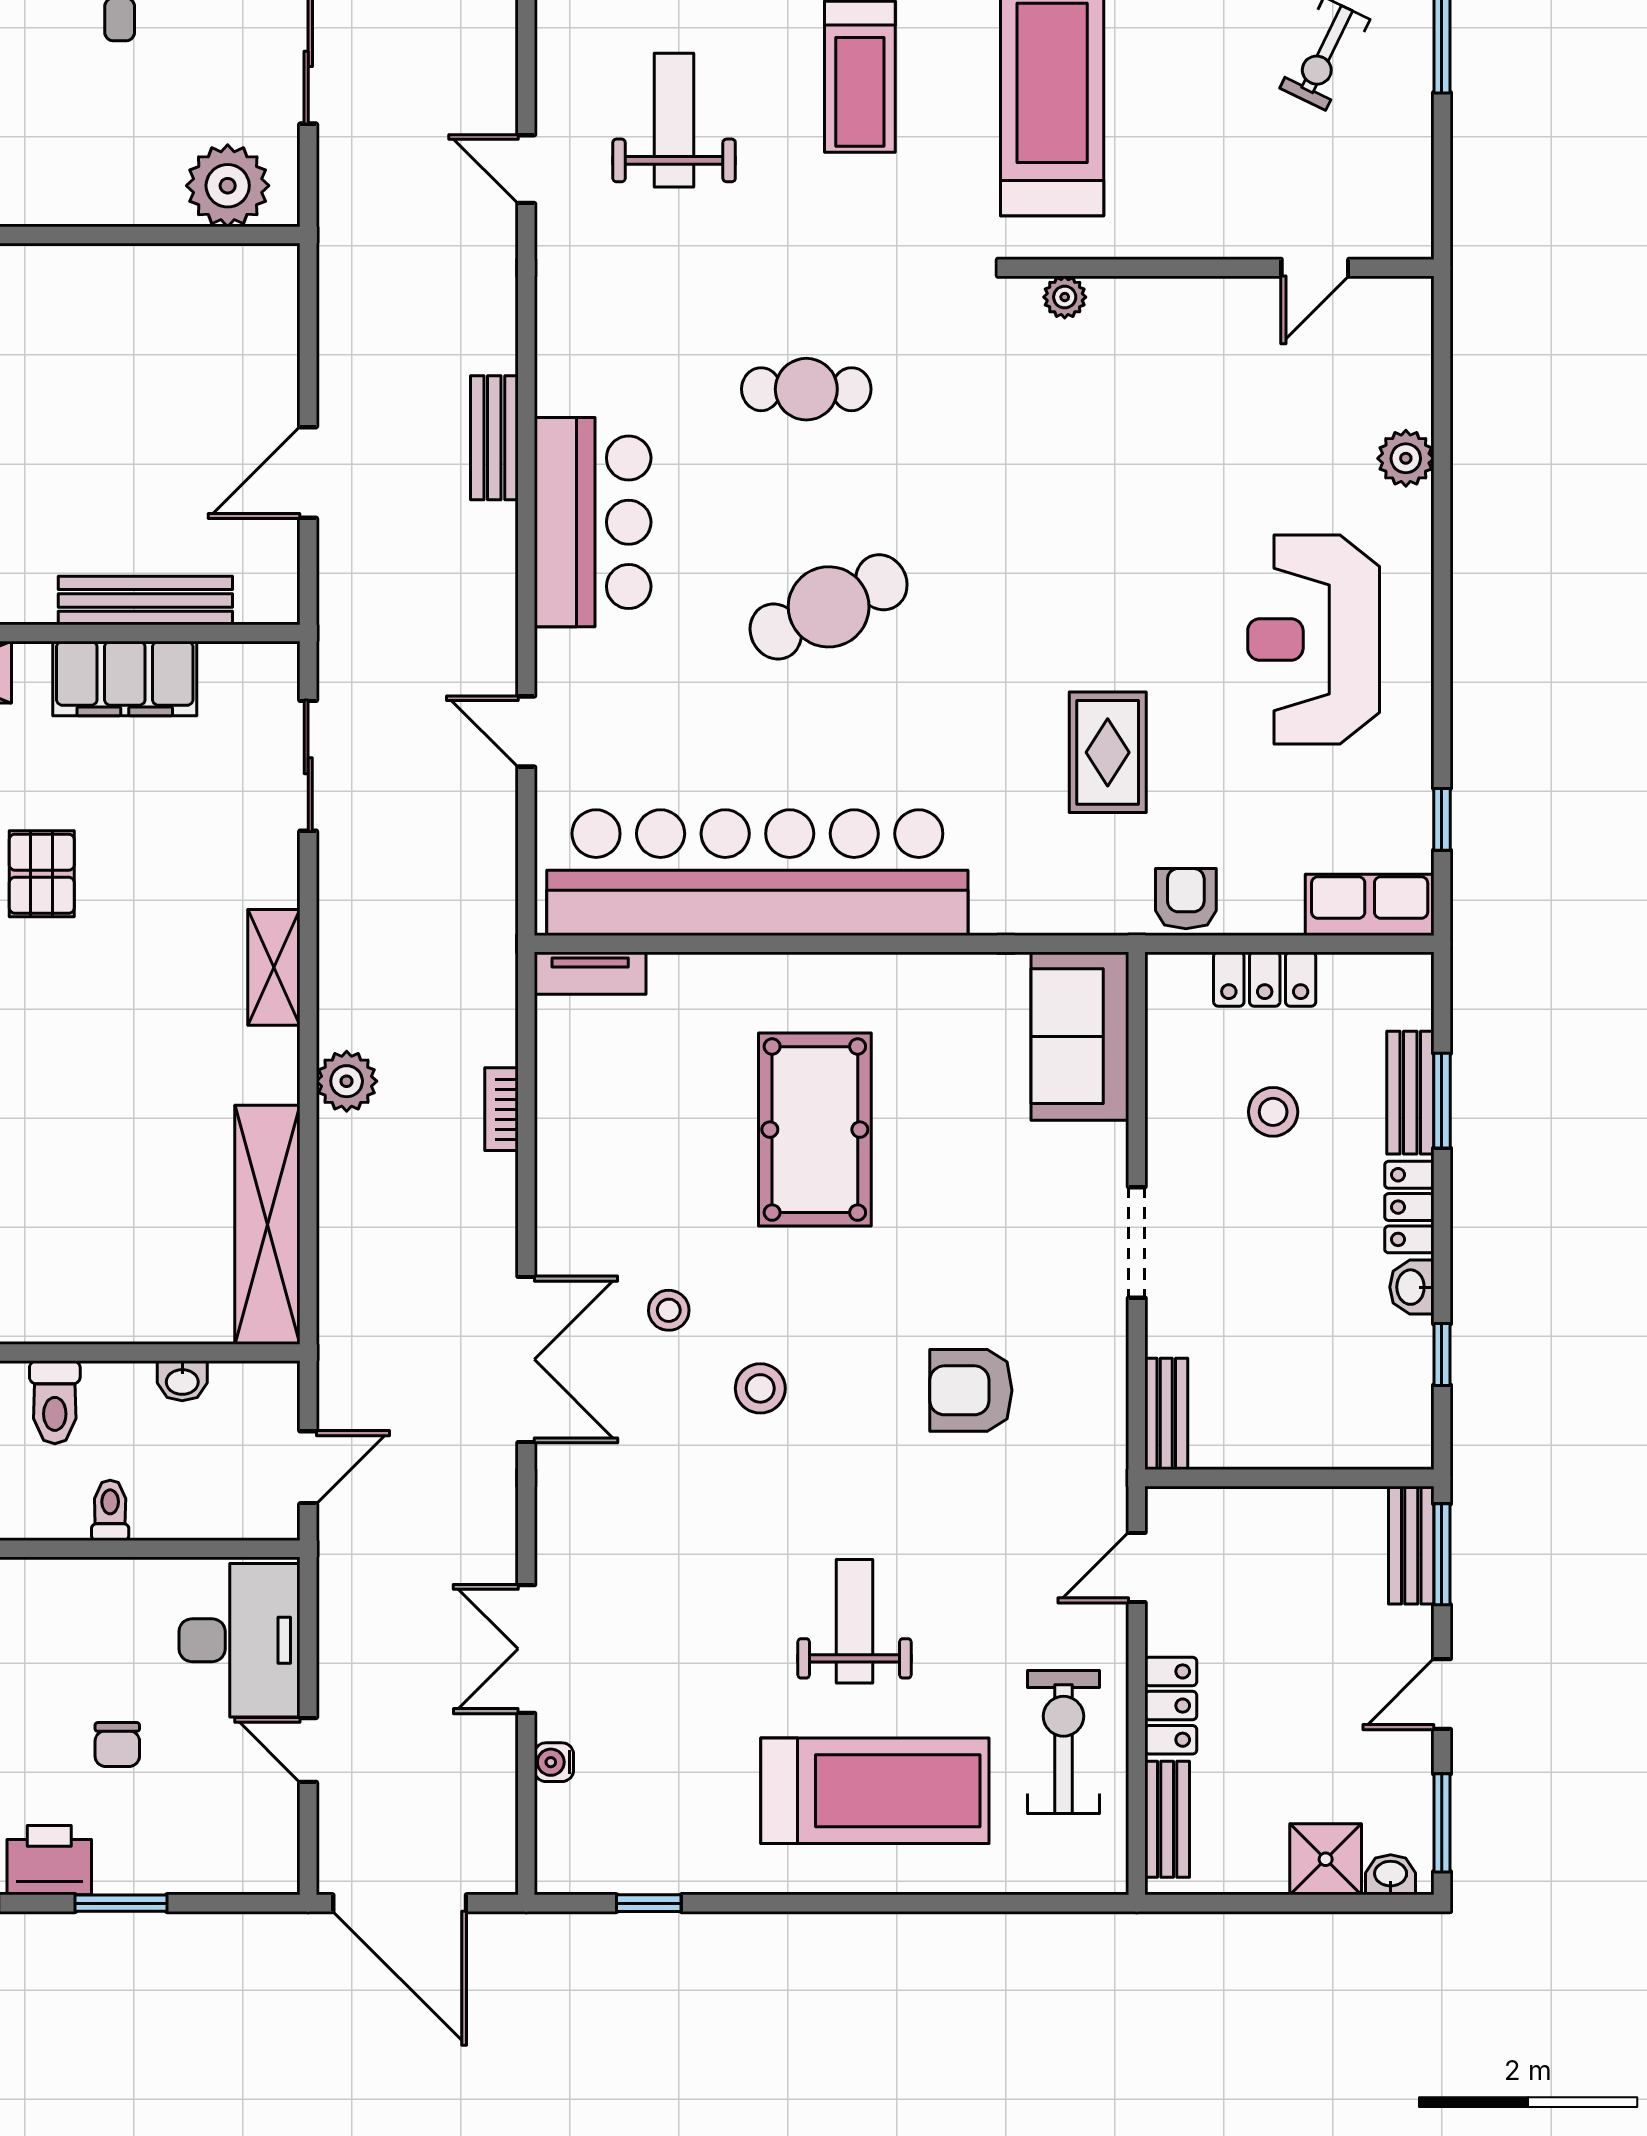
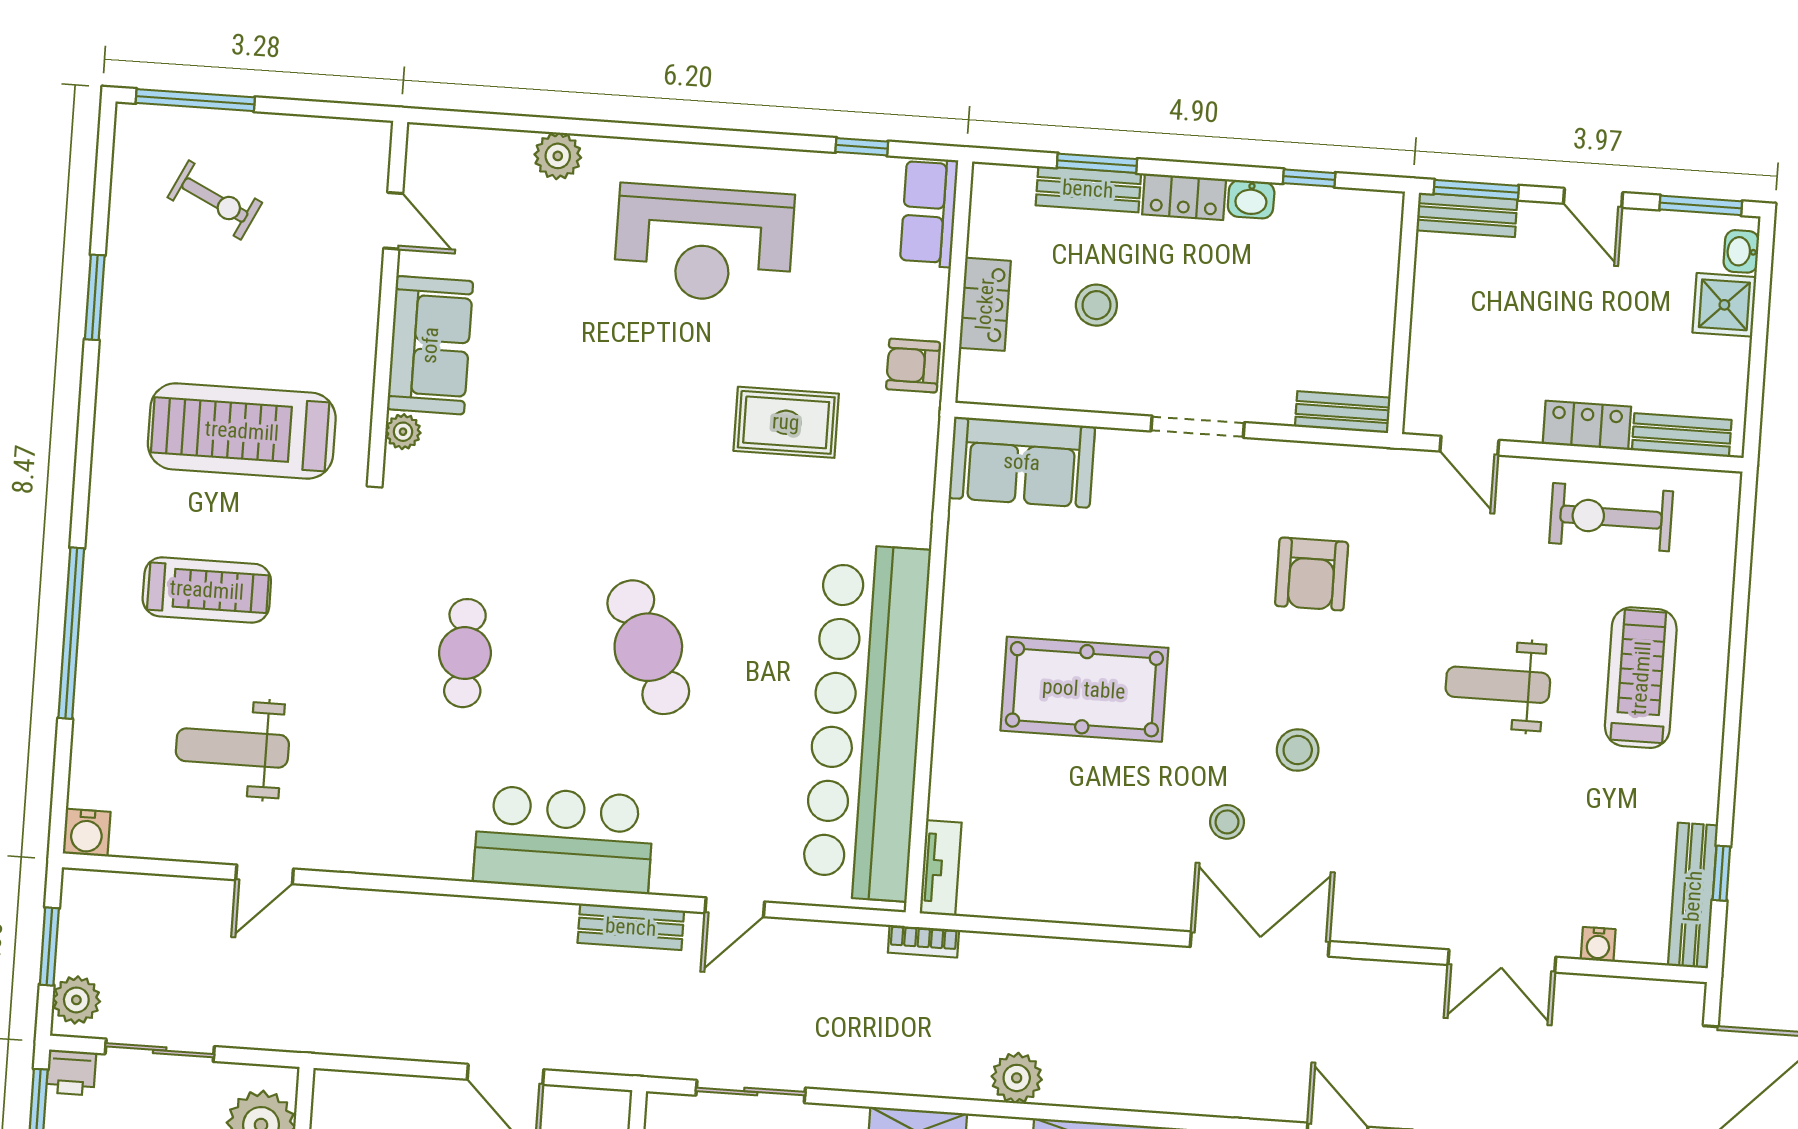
sofa: (1170, 322) -> (430, 345), added
bench: (494, 438) -> (631, 927), moved
bookcase: (501, 1109) -> (923, 941), moved
treadmill: (875, 1791) -> (1641, 678), width x0.73, depth x0.73
bench: (620, 1871) -> (1693, 896), added

